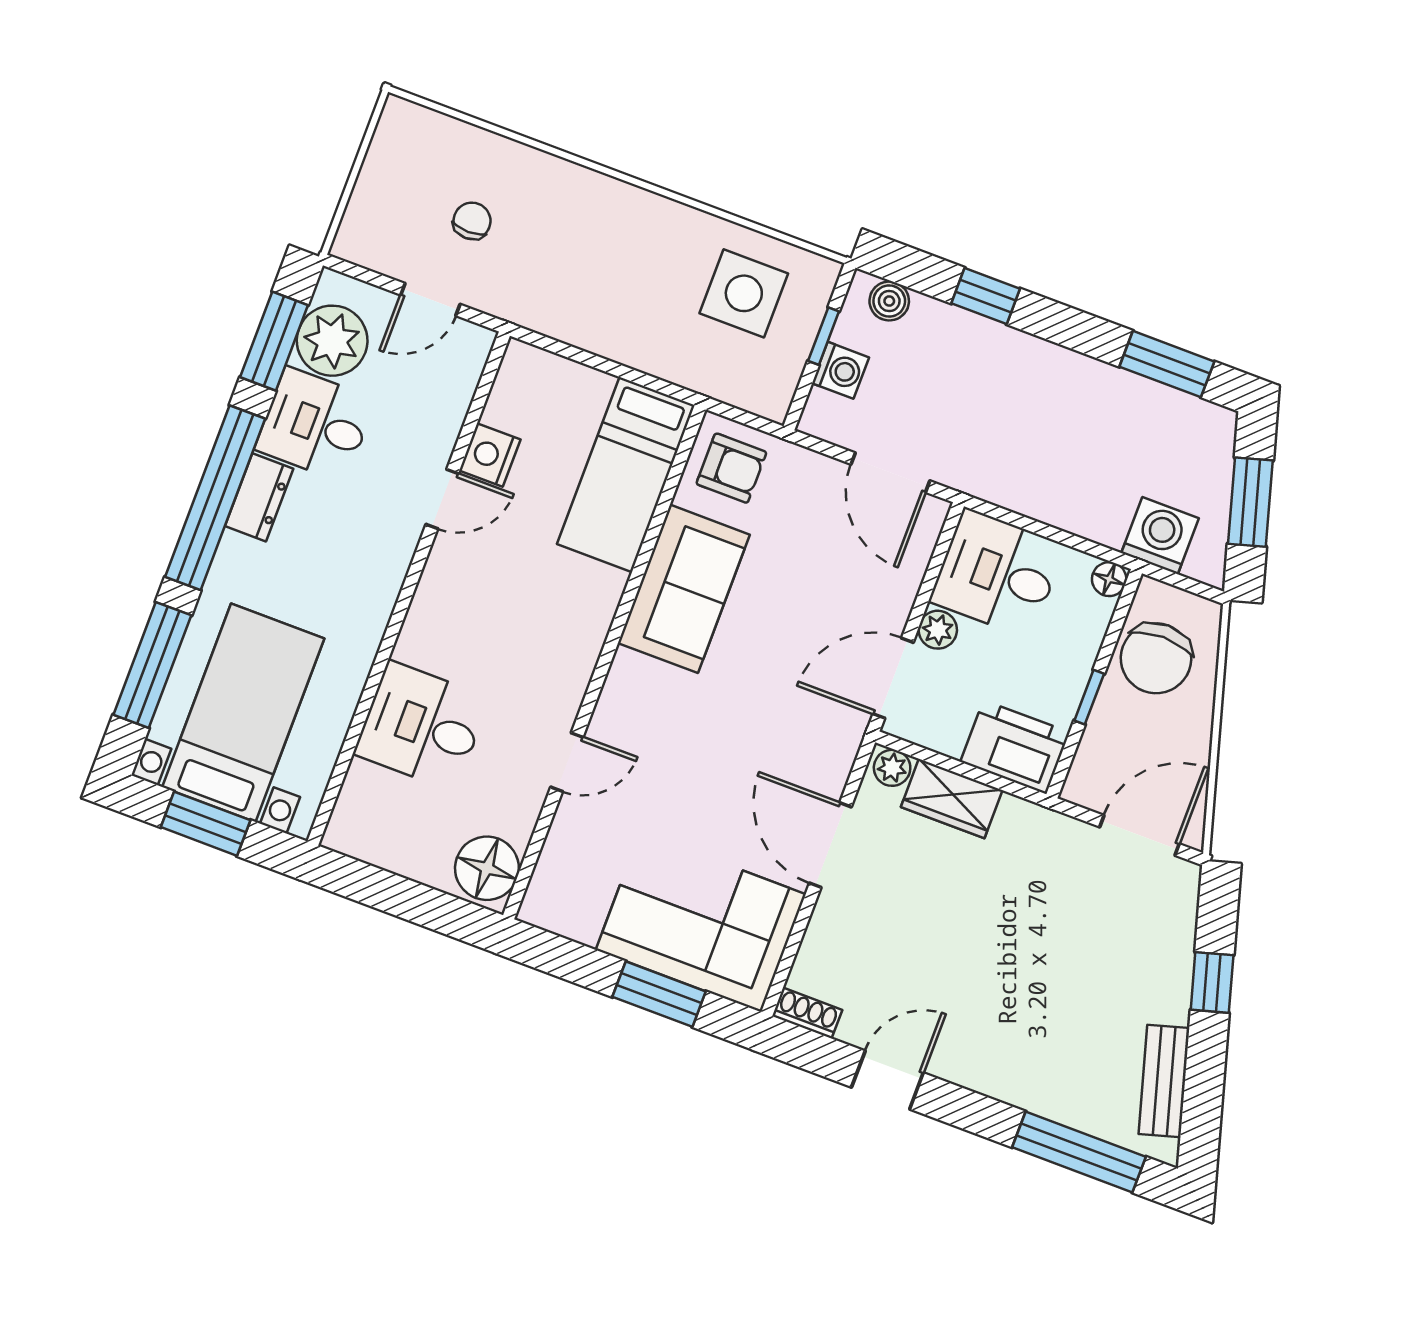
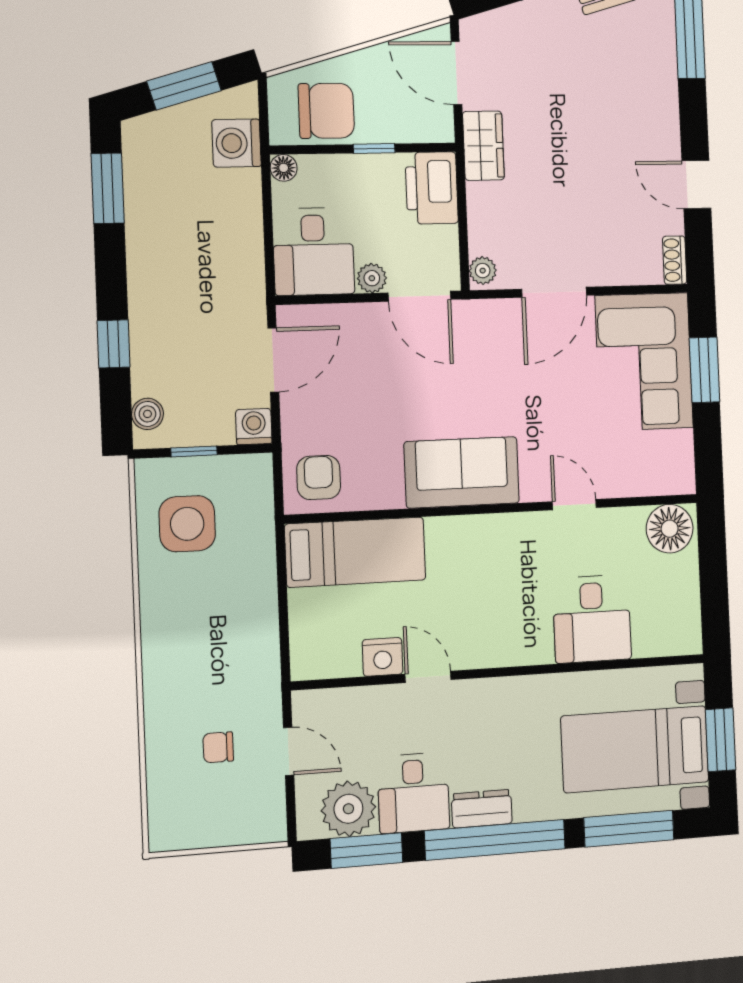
washing machine: (841, 370) -> (254, 427), moved
sofa: (684, 589) -> (462, 472), moved
wardrobe: (952, 799) -> (483, 146), moved

